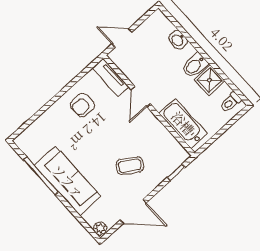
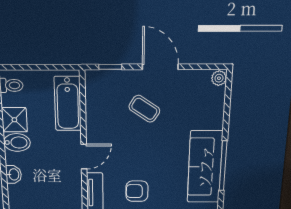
armchair: (82, 105) -> (137, 191), turned 180
sofa: (68, 181) -> (205, 167), moved
door: (133, 211) -> (160, 67), moved

